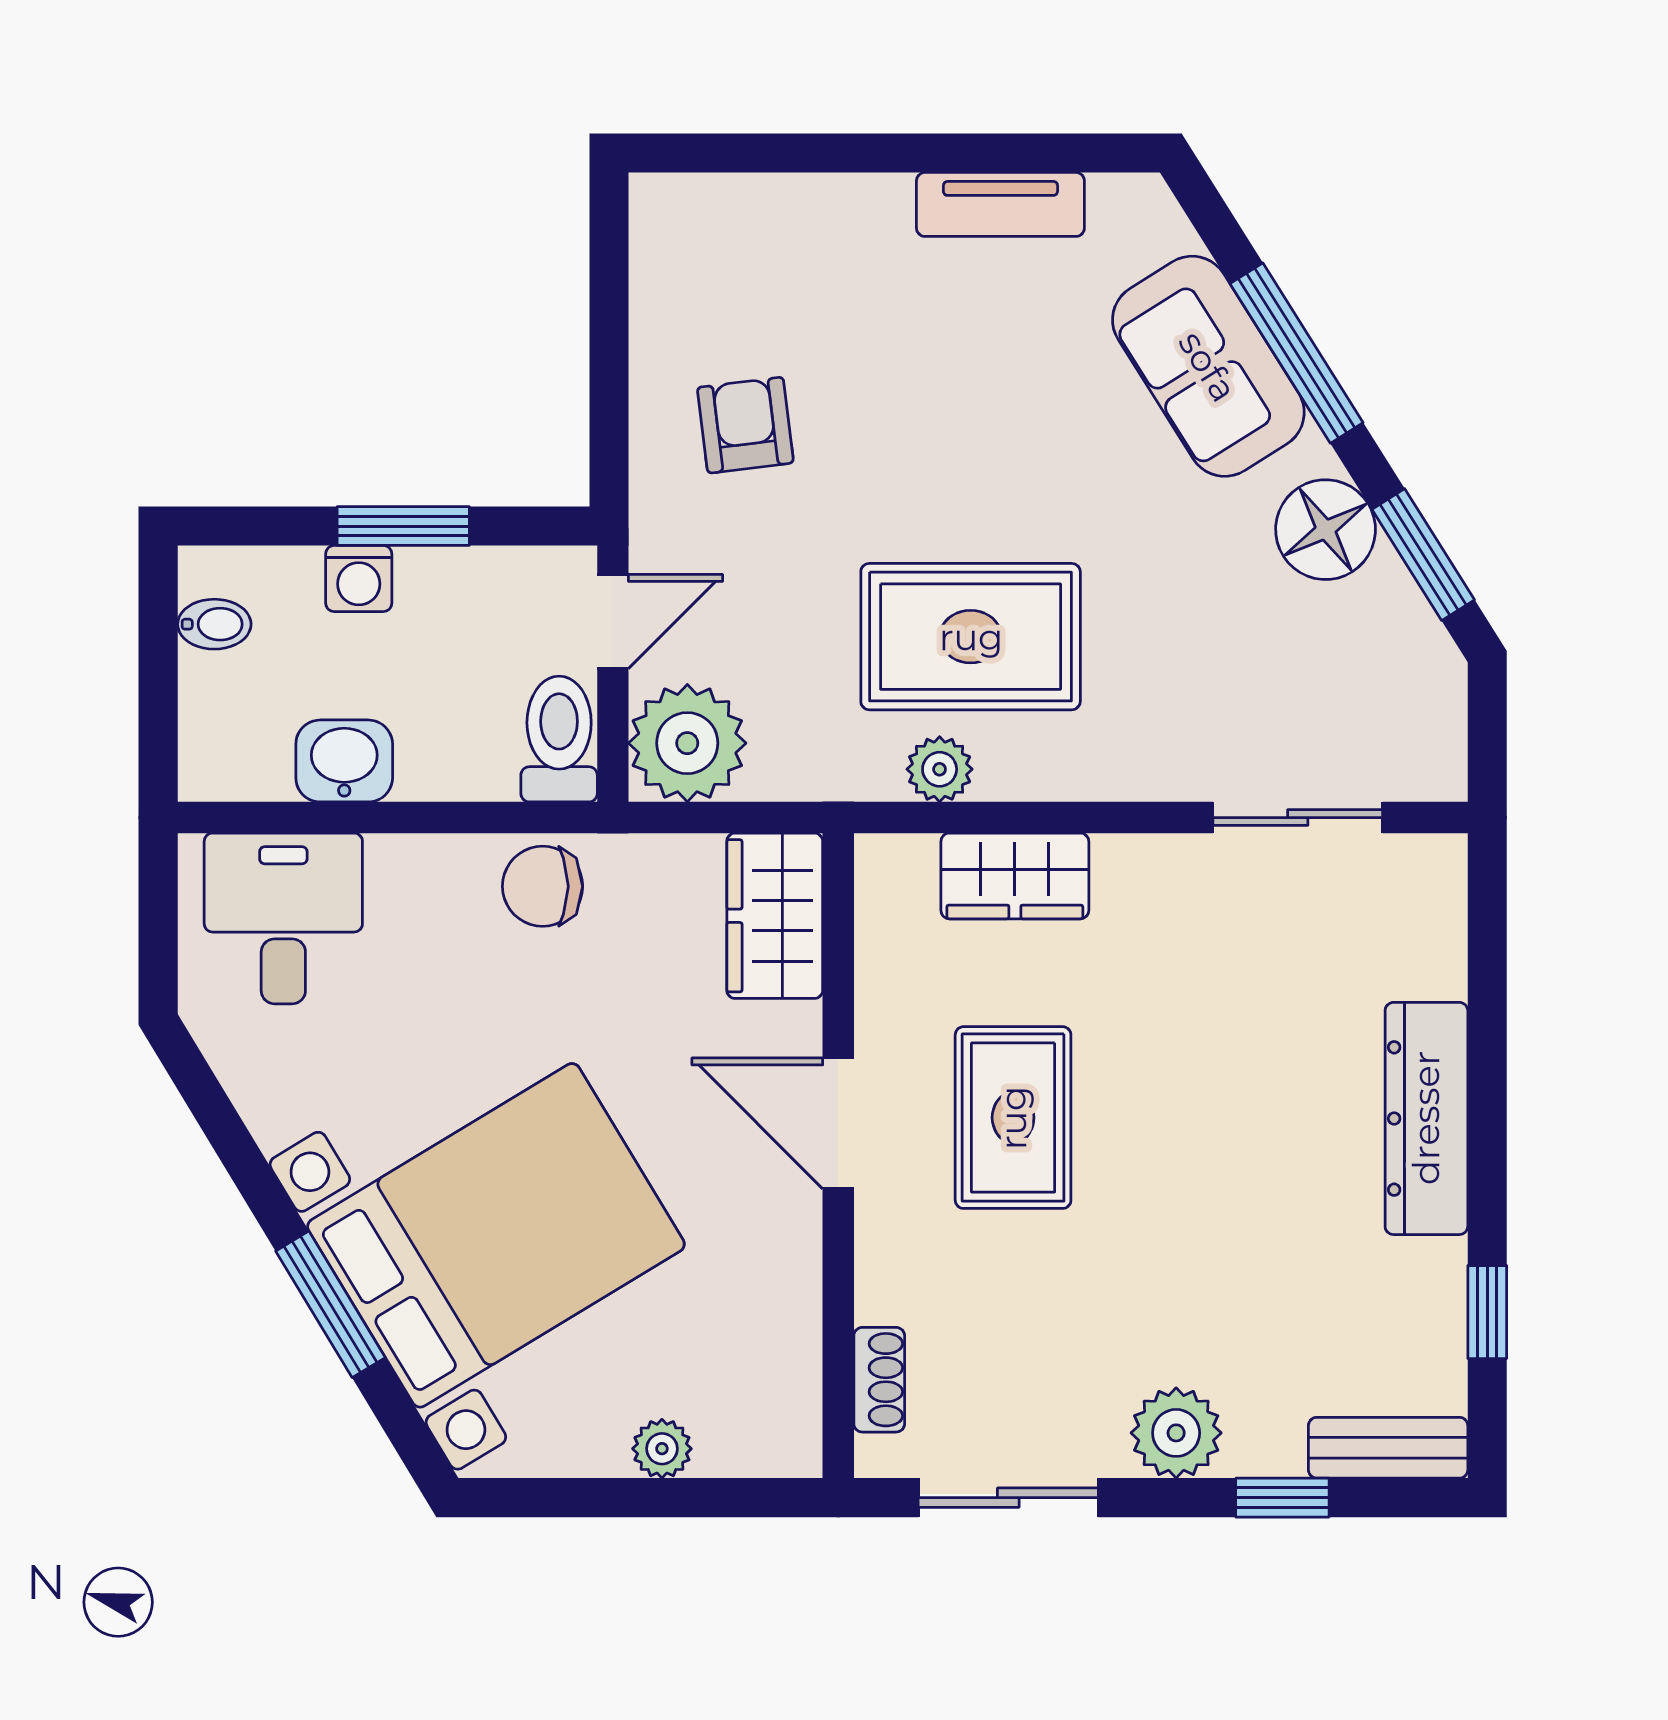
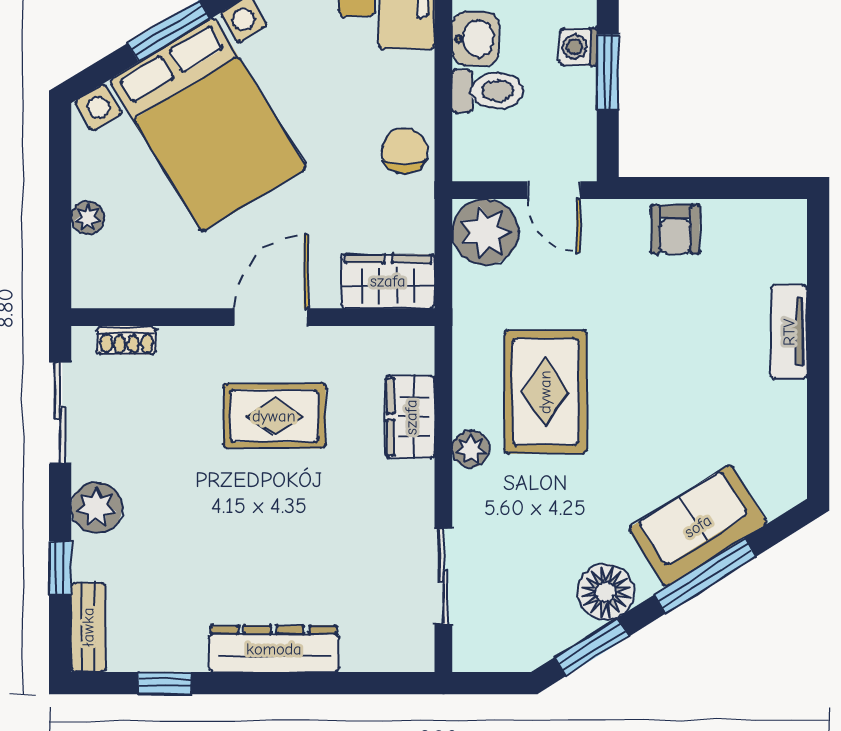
tv unit: (1000, 204) -> (789, 332), moved
armchair: (745, 425) -> (675, 229), moved, turned 97
toilet: (559, 739) -> (488, 91), moved
plant: (940, 769) -> (471, 449), moved

